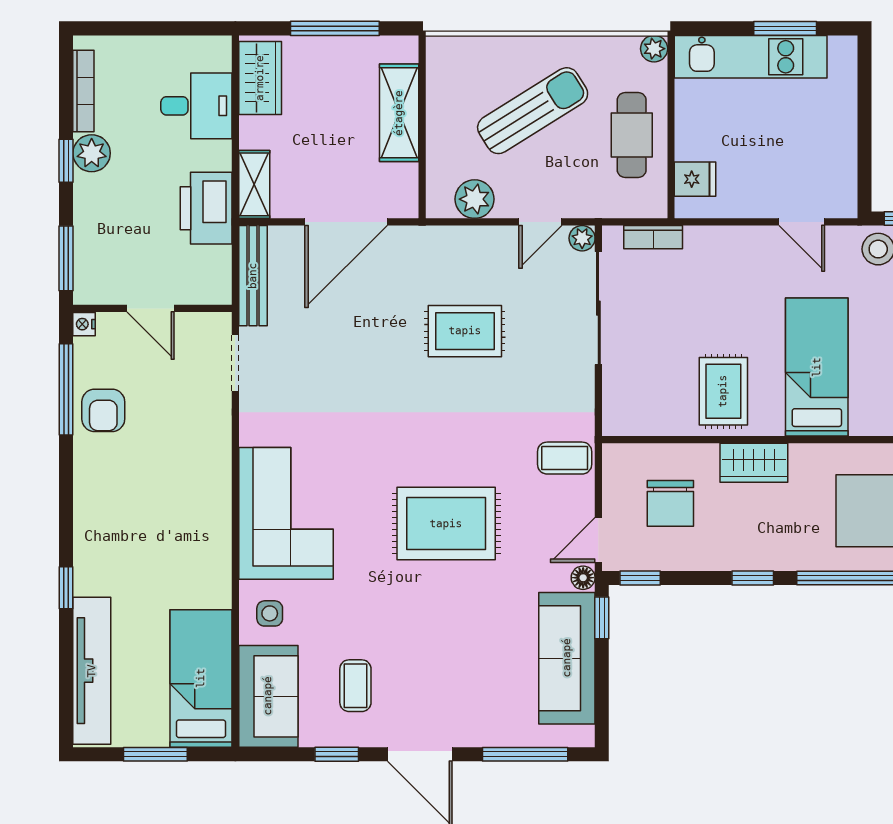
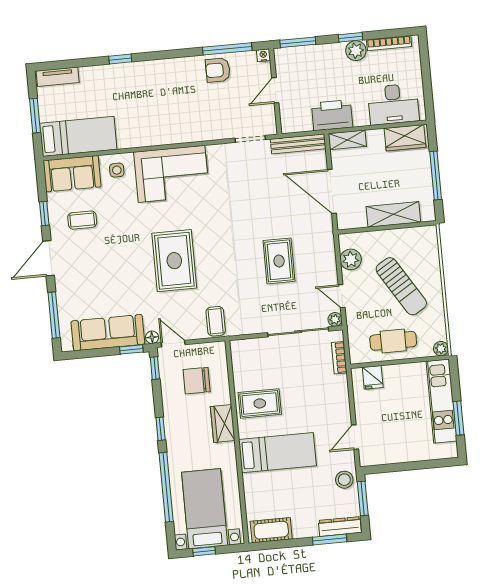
desk: (196, 106) -> (393, 104), width x1.37
tv unit: (92, 671) -> (58, 77), width x0.52, depth x0.78

